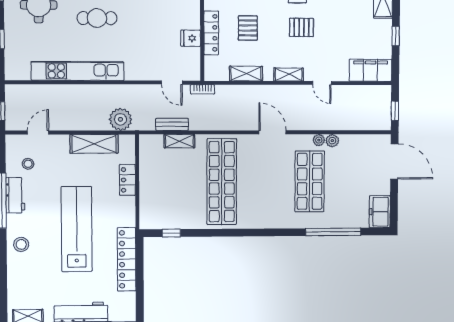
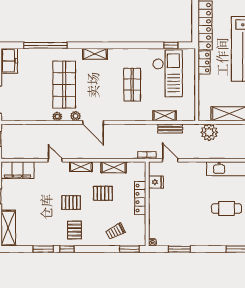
pallet: (248, 28) -> (103, 193), moved, turned 90
fridge: (191, 38) -> (156, 182), moved
plant: (332, 141) -> (76, 116), moved
locker: (127, 180) -> (204, 63), moved
shop shelf: (222, 182) -> (132, 85), width x0.50, depth x0.74
checkout: (176, 196) -> (167, 73), added
shelving: (270, 221) -> (95, 54), added

